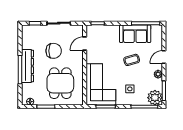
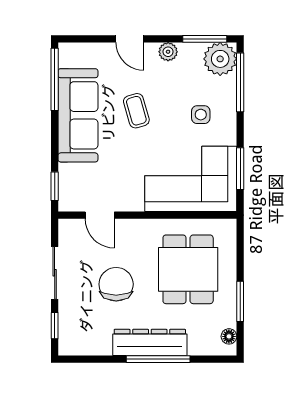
sofa: (135, 34) -> (78, 115), width x1.36
dining table: (60, 83) -> (188, 269), turned 90

